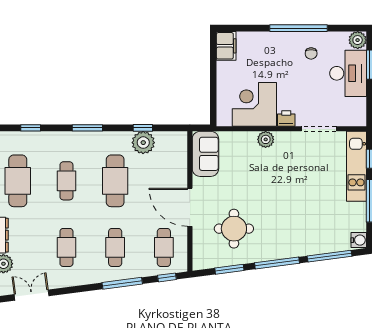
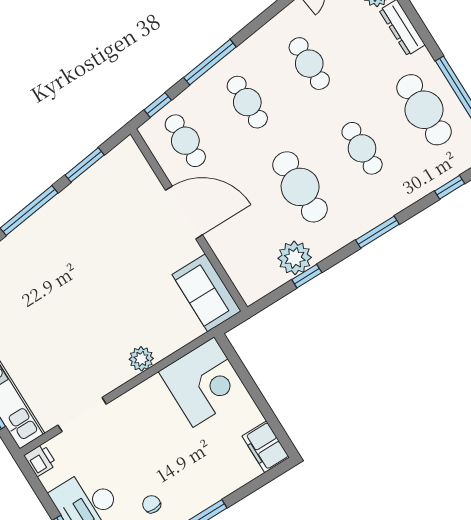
corner desk: (254, 104) -> (204, 382), moved
printer: (286, 119) -> (40, 460), moved, turned -90
round table: (234, 229) -> (111, 220), removed

